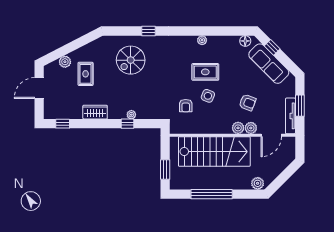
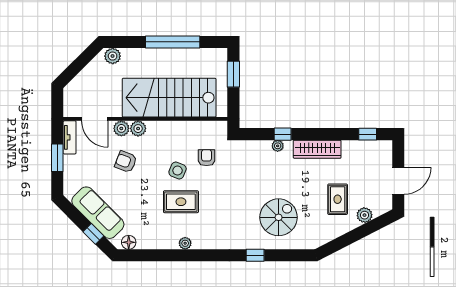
wardrobe: (95, 112) -> (317, 149), width x1.50
tv unit: (290, 116) -> (70, 137), width x0.71
door: (271, 135) -> (95, 119), swing flipped

